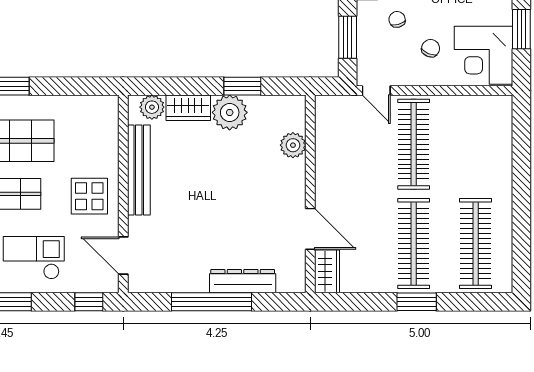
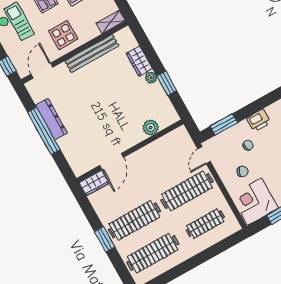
plant: (152, 107) -> (129, 42), removed
plant: (230, 112) -> (151, 78), width x0.53, depth x0.53
shelving: (109, 117) -> (111, 22), added
clothes rail: (476, 144) -> (205, 224), added
dresser: (243, 281) -> (51, 119), moved

